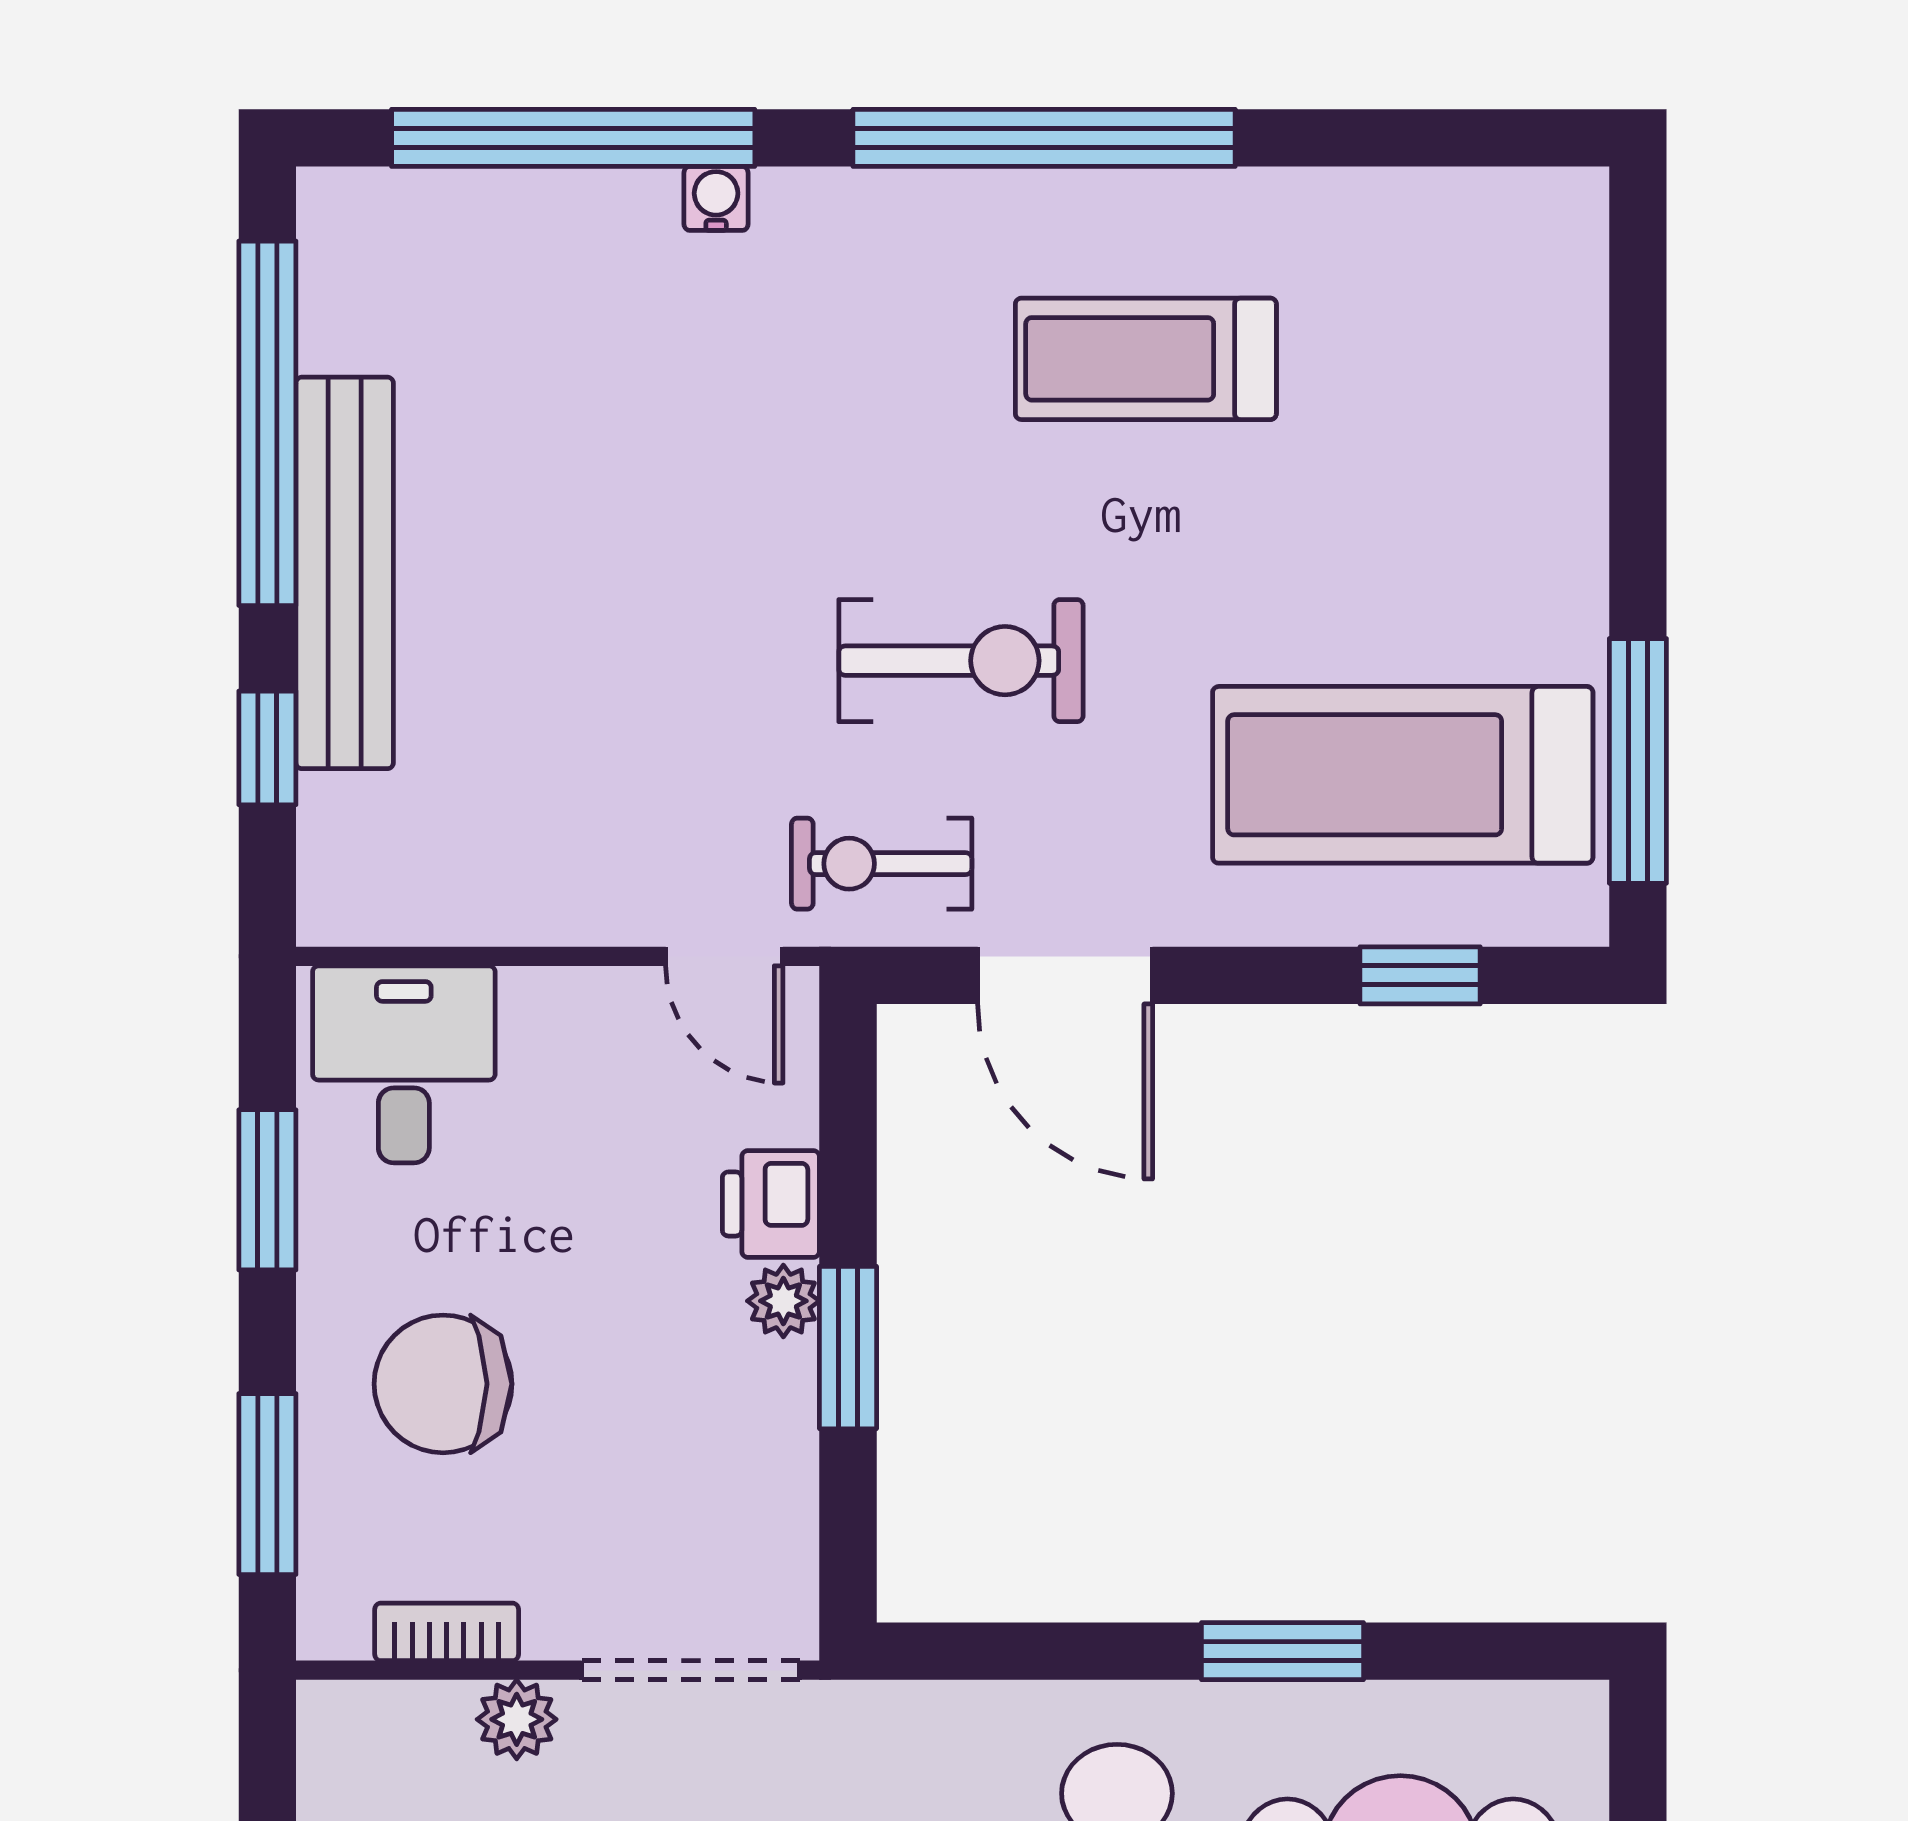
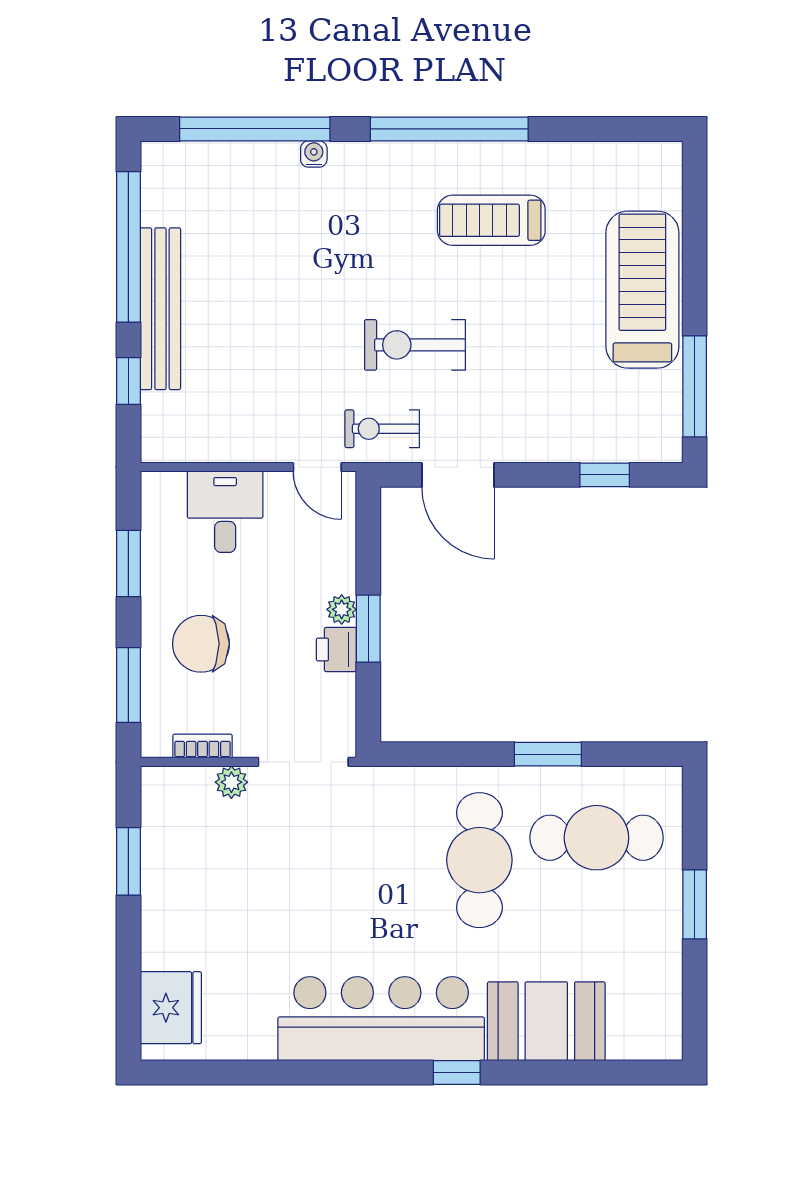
exercise bike: (961, 661) -> (415, 345), turned 180
treadmill: (1403, 775) -> (642, 290), moved, turned 90
desk: (404, 1064) -> (225, 512), moved
printer: (771, 1204) -> (336, 650), moved

